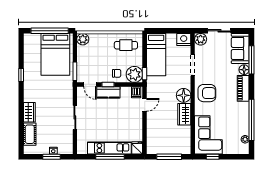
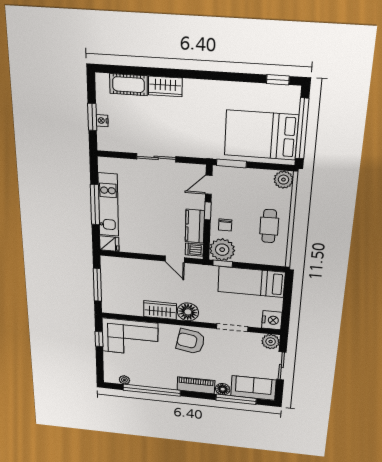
cafe table: (126, 45) -> (269, 226), moved
window: (21, 75) -> (278, 80), moved
kitchen counter: (108, 92) -> (195, 226), moved
armchair: (207, 93) -> (191, 341), turned 100

